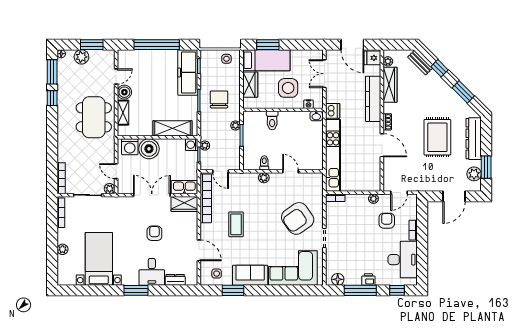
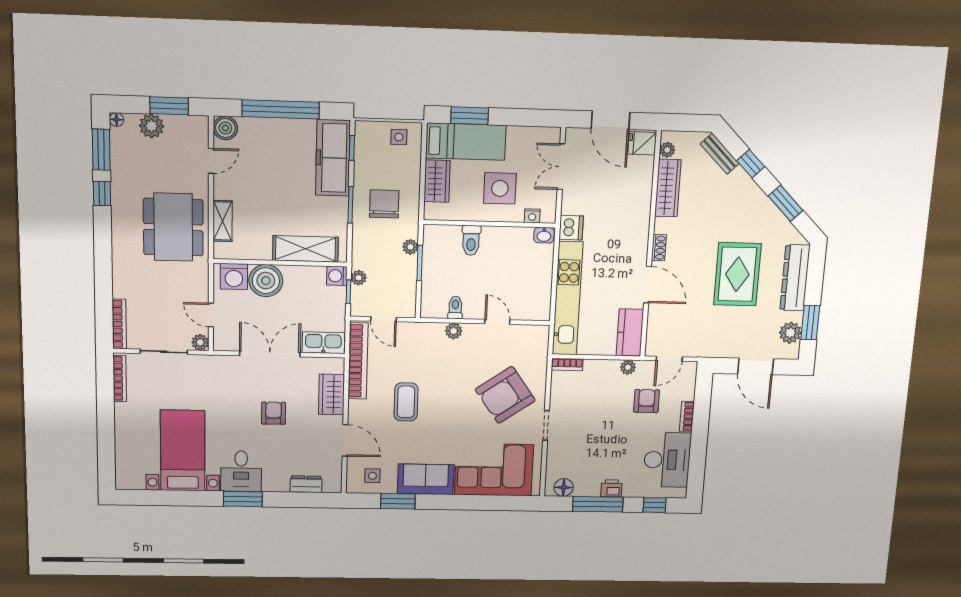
boiler: (124, 92) -> (225, 128), moved
kitchen counter: (373, 99) -> (630, 333), moved, width x0.67
door: (454, 196) -> (756, 366), hinge flipped
wardrobe: (184, 204) -> (332, 394), moved, turned 90
plant: (62, 249) -> (123, 435), removed
desk: (152, 272) -> (241, 471), moved

